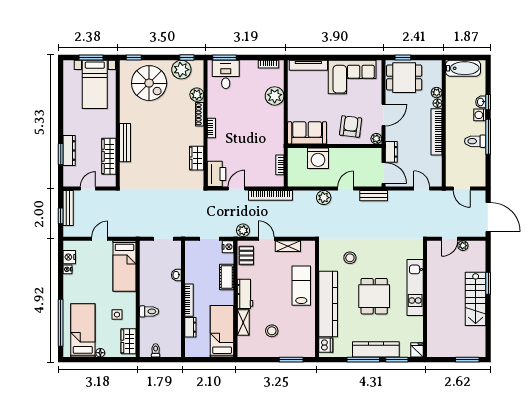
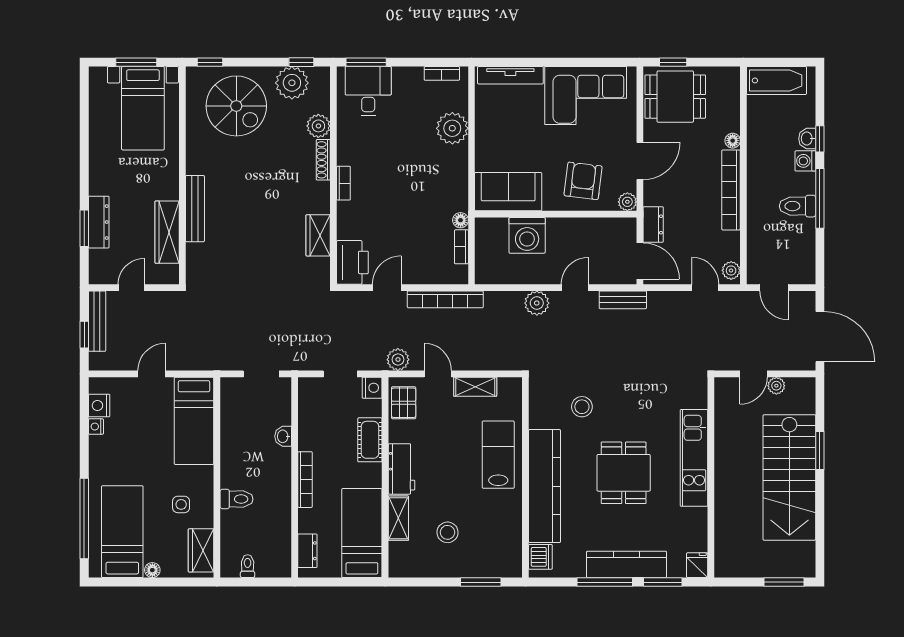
plant: (437, 93) -> (731, 270), moved
floor lamp: (279, 149) -> (461, 220), added
stairs: (476, 299) -> (789, 477), width x1.36, depth x1.51
dresser: (190, 327) -> (307, 551), moved

